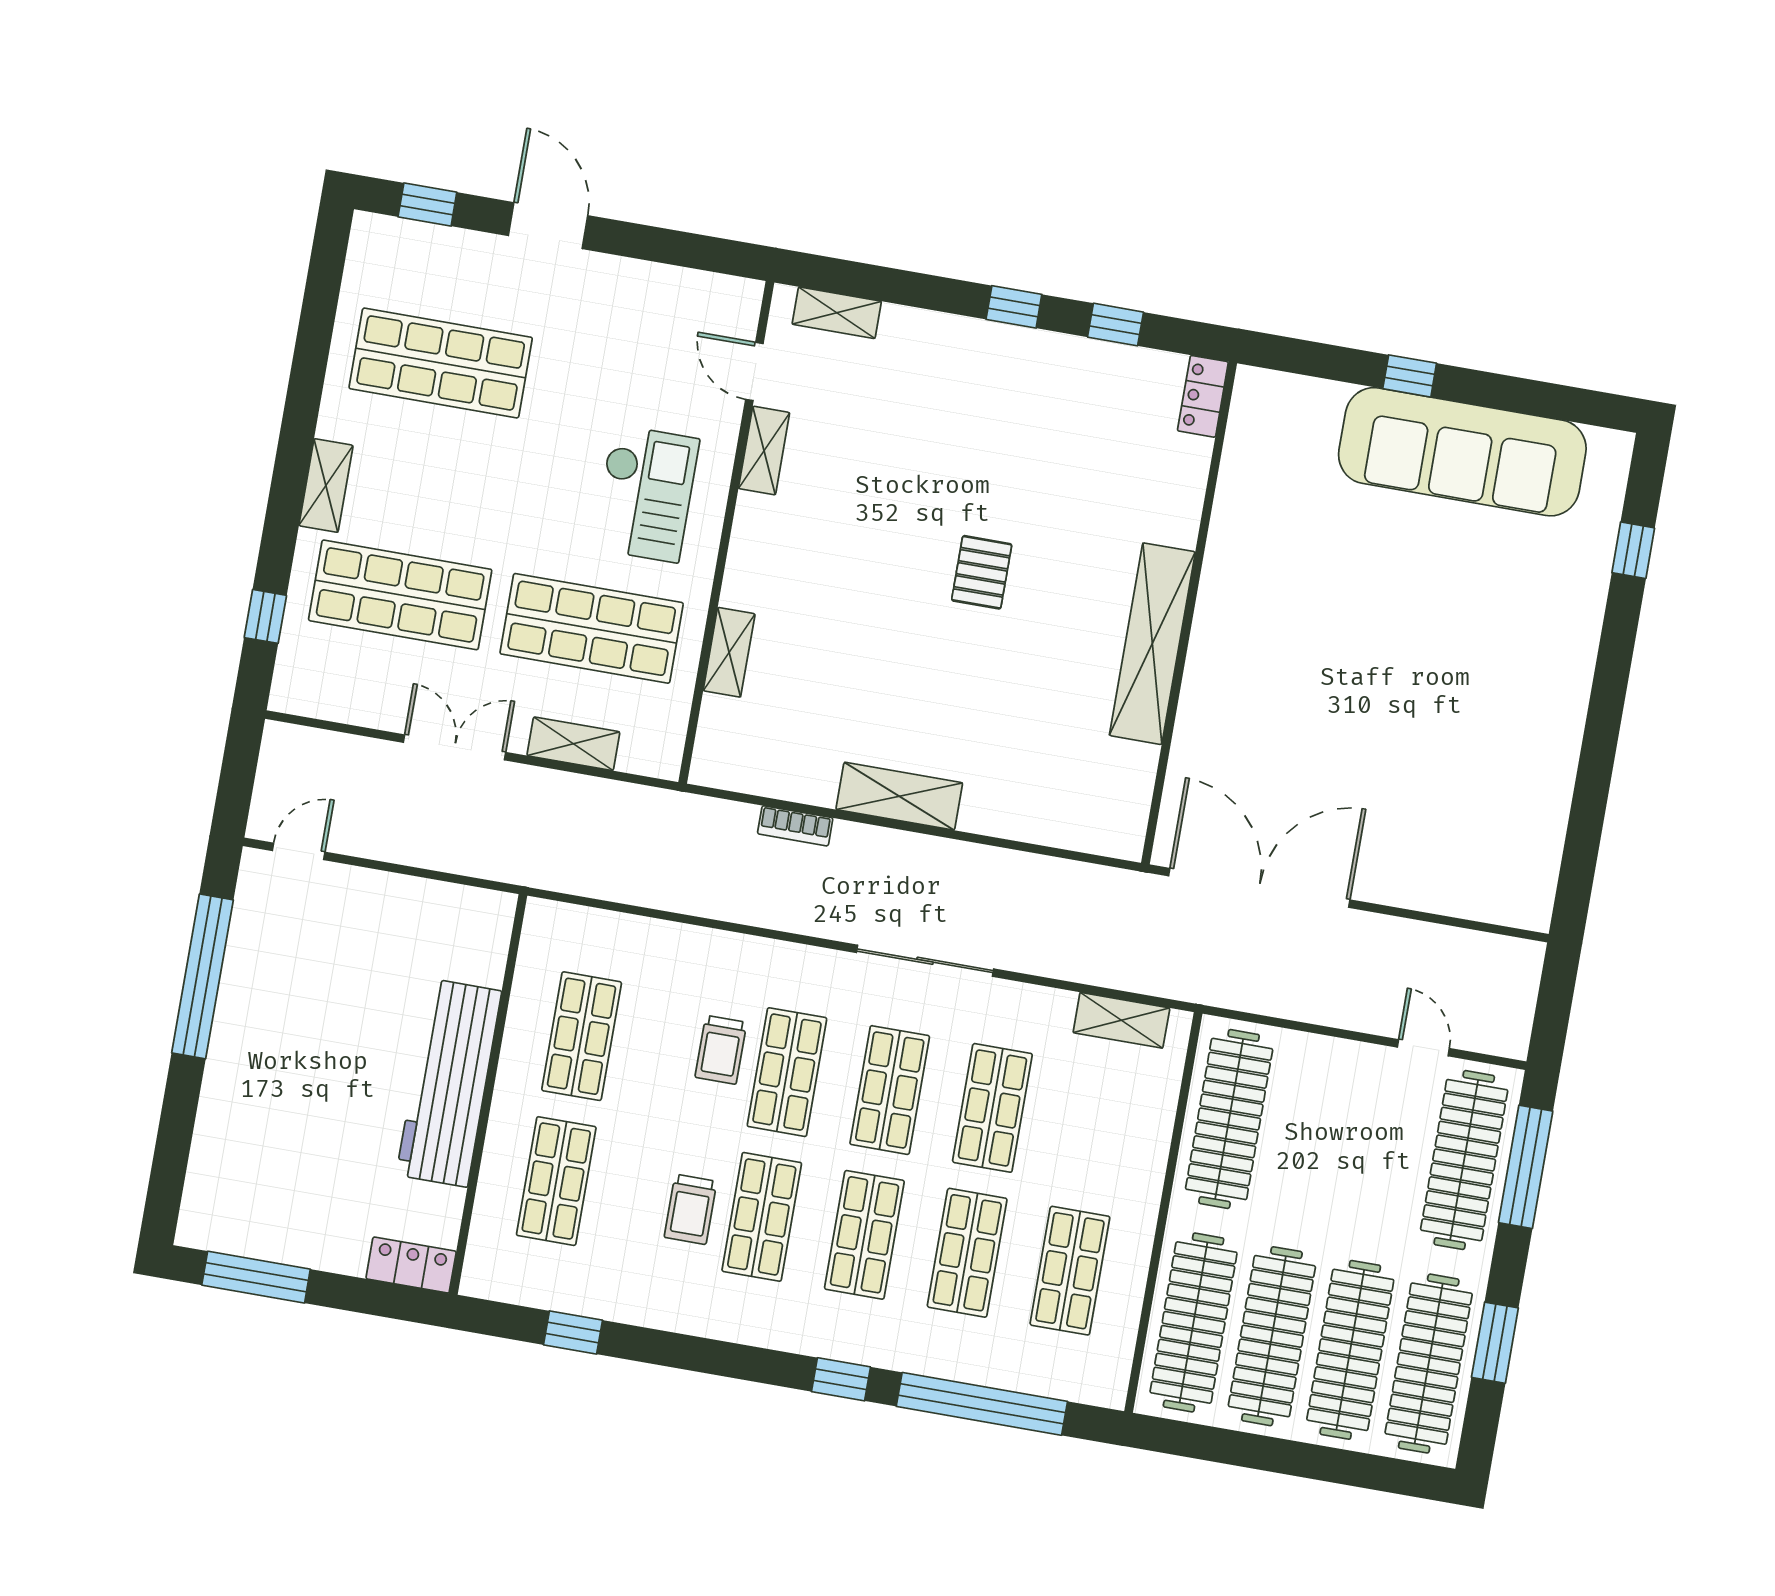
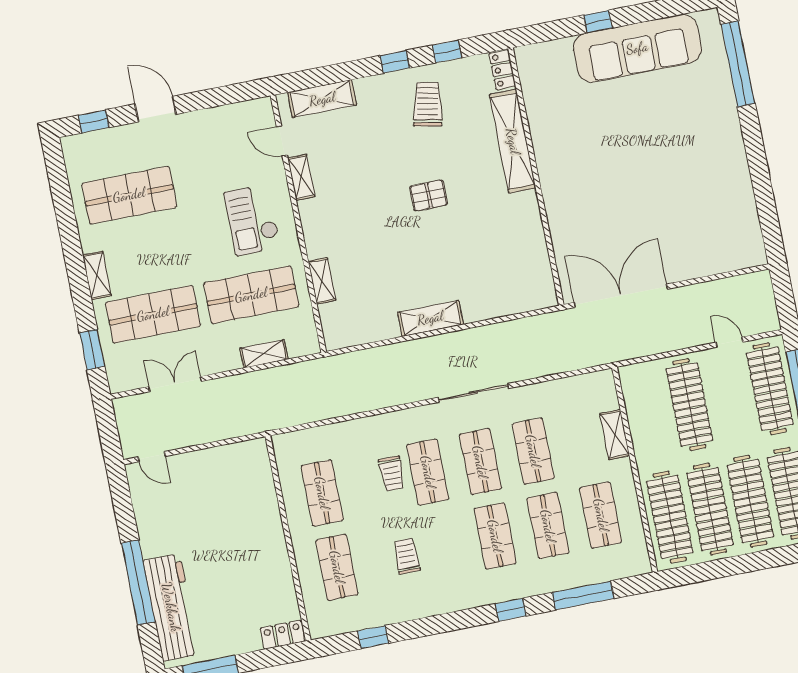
shelving: (837, 313) -> (322, 99), width x1.50, depth x1.33
trolley: (1044, 407) -> (428, 104), added
checkout: (646, 494) -> (252, 220), turned 180
window: (1633, 550) -> (738, 64), width x3.17
pallet: (982, 572) -> (429, 195), turned 90
window: (265, 616) -> (92, 350), width x1.50
shelving: (1152, 644) -> (513, 141), moved
double door: (455, 747) -> (175, 384), moved
bookcase: (795, 826) -> (386, 352), removed
door: (299, 851) -> (152, 457), swing flipped
window: (203, 976) -> (138, 582), moved
shelving: (1121, 1020) -> (615, 435), moved, turned 90
workbench: (449, 1083) -> (171, 607), moved, turned 180
clothes rail: (1229, 1119) -> (689, 405), moved
trolley: (690, 1209) -> (407, 556), turned 180
shop shelf: (762, 1217) -> (442, 546), removed
window: (982, 1404) -> (583, 596), width x0.68

